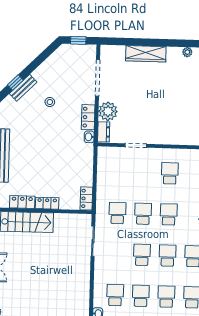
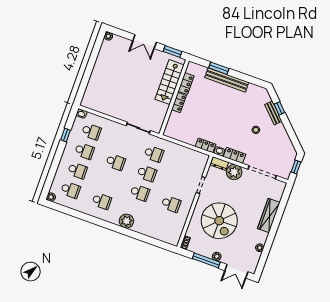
spiral stairs: (171, 110) -> (219, 221), added
locker: (86, 198) -> (205, 145), moved
school desk: (168, 255) -> (109, 182), removed

